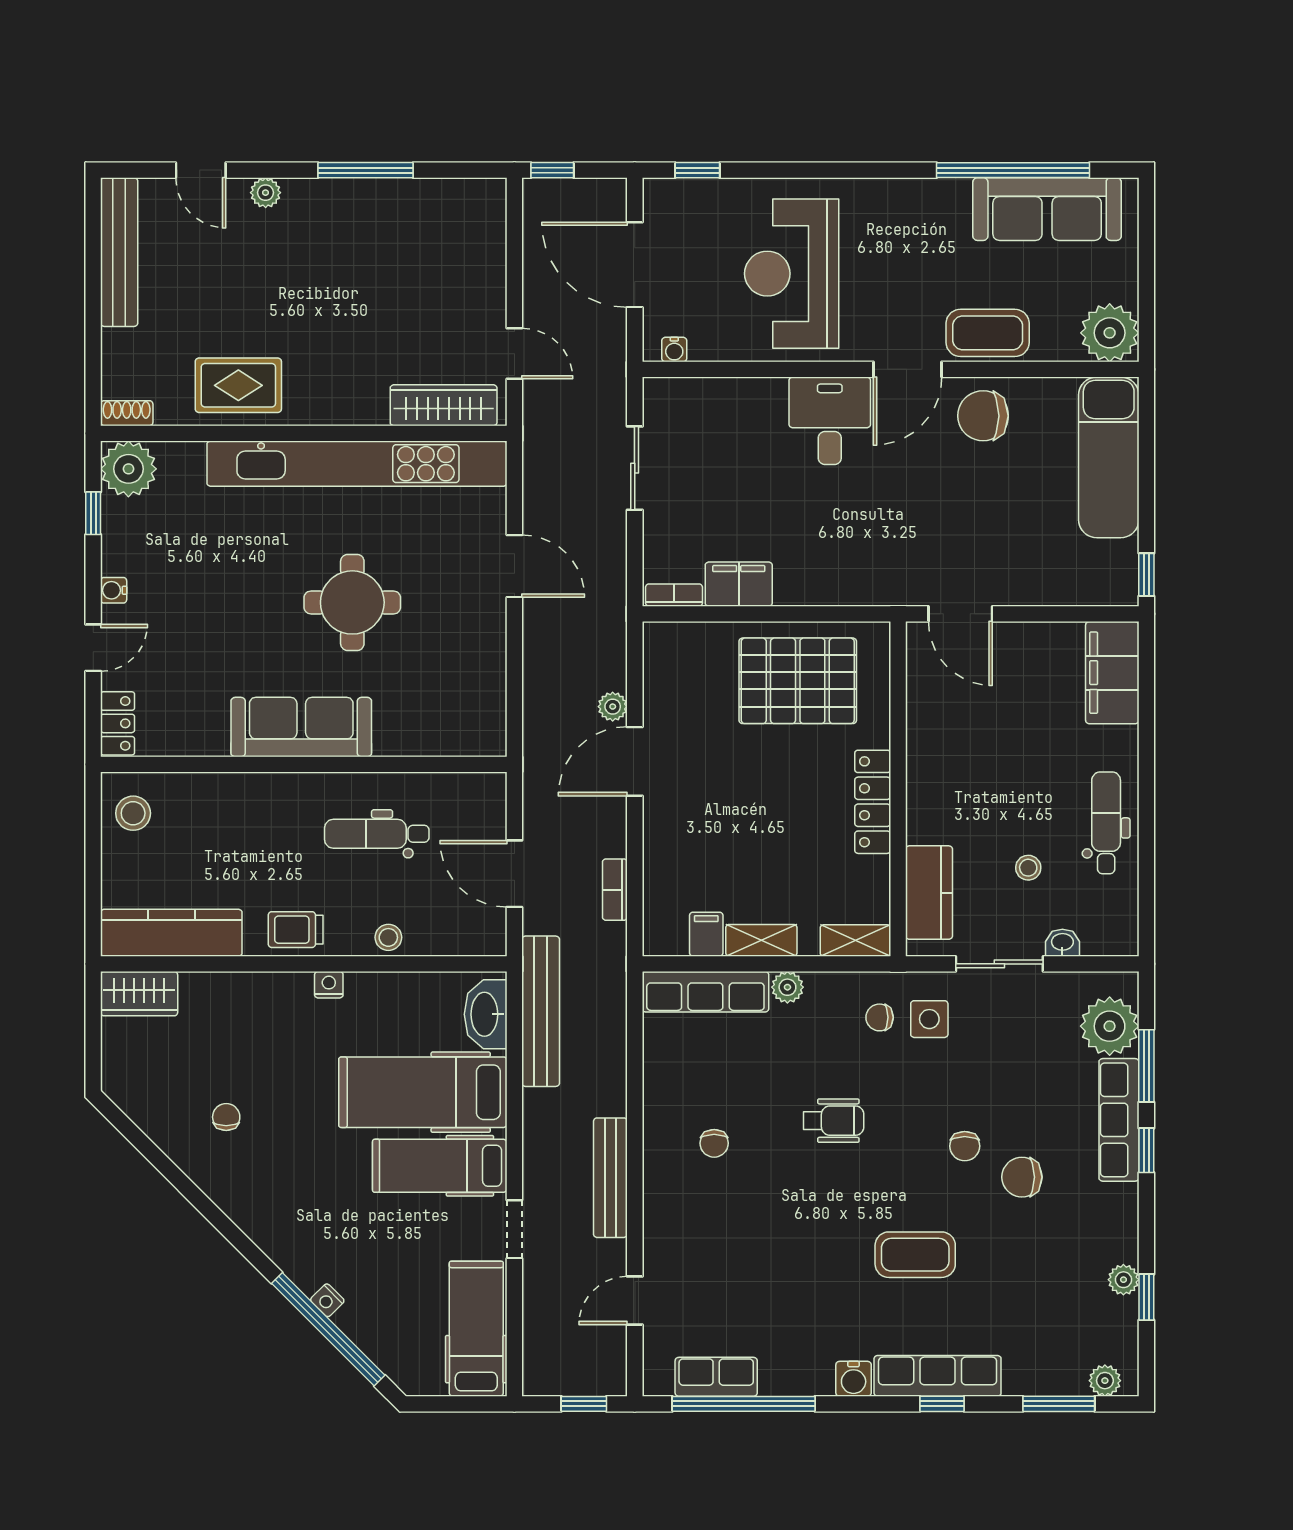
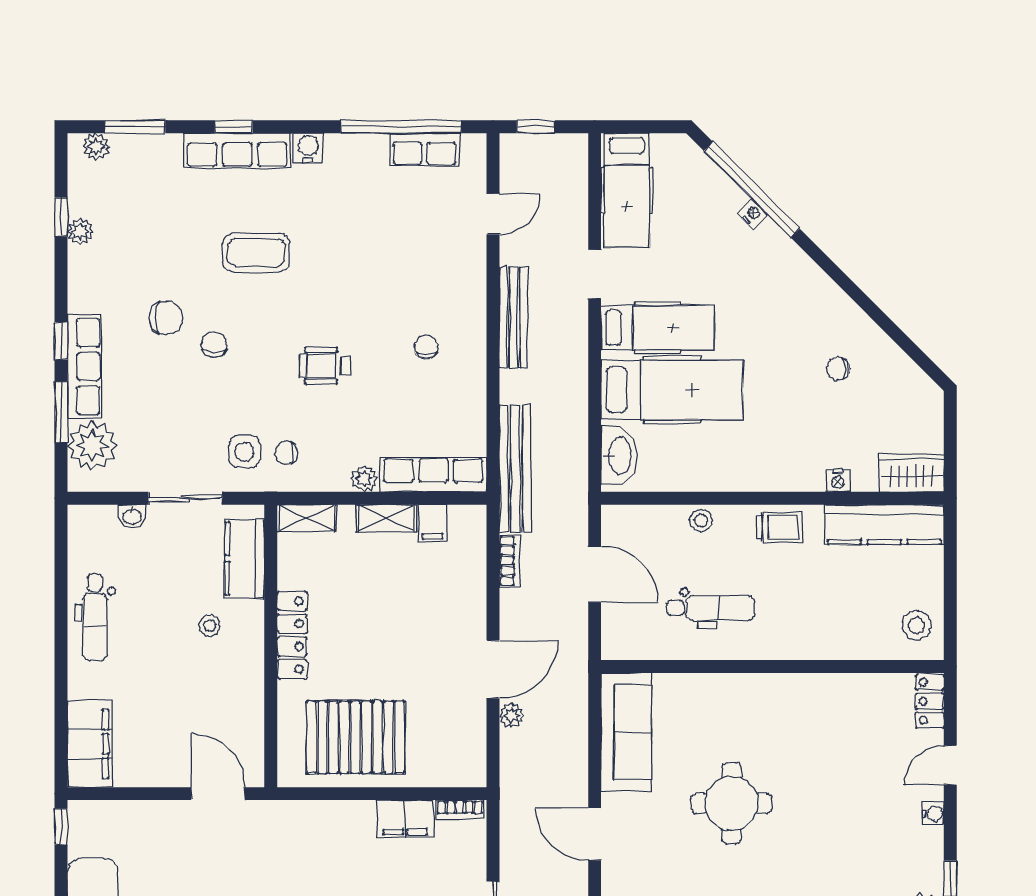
sofa: (301, 727) -> (626, 732), moved, turned -90
stool: (1028, 868) -> (210, 626), moved
nightstand: (329, 985) -> (838, 481), moved
bench: (541, 1011) -> (515, 469), moved
chair: (880, 1017) -> (286, 453), turned 180
chair: (226, 1117) -> (838, 369), turned 90

